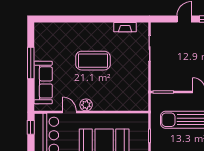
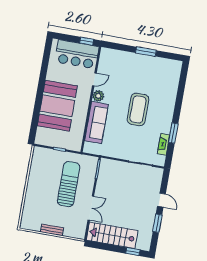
window: (111, 19) -> (173, 133), added
window: (31, 63) -> (146, 52), width x0.69
sofa: (43, 82) -> (96, 123), moved, turned -90

